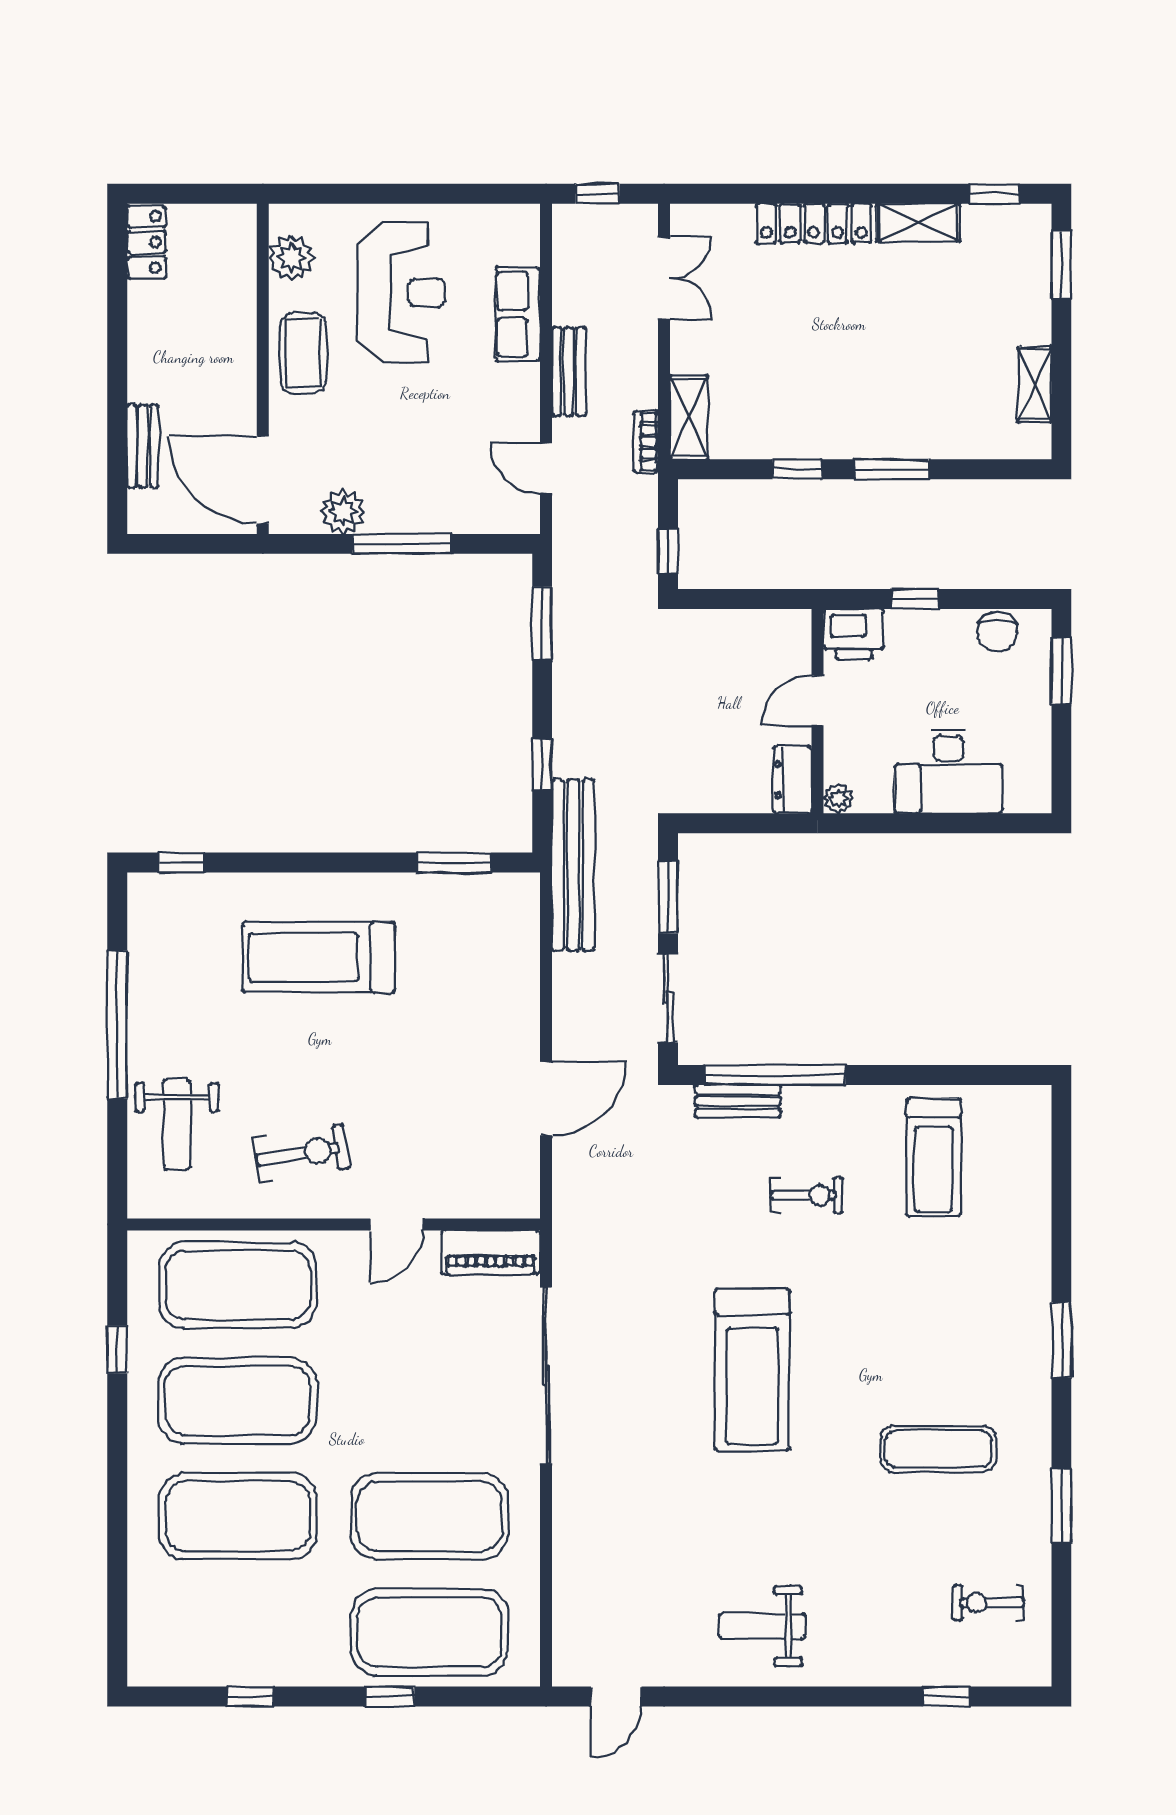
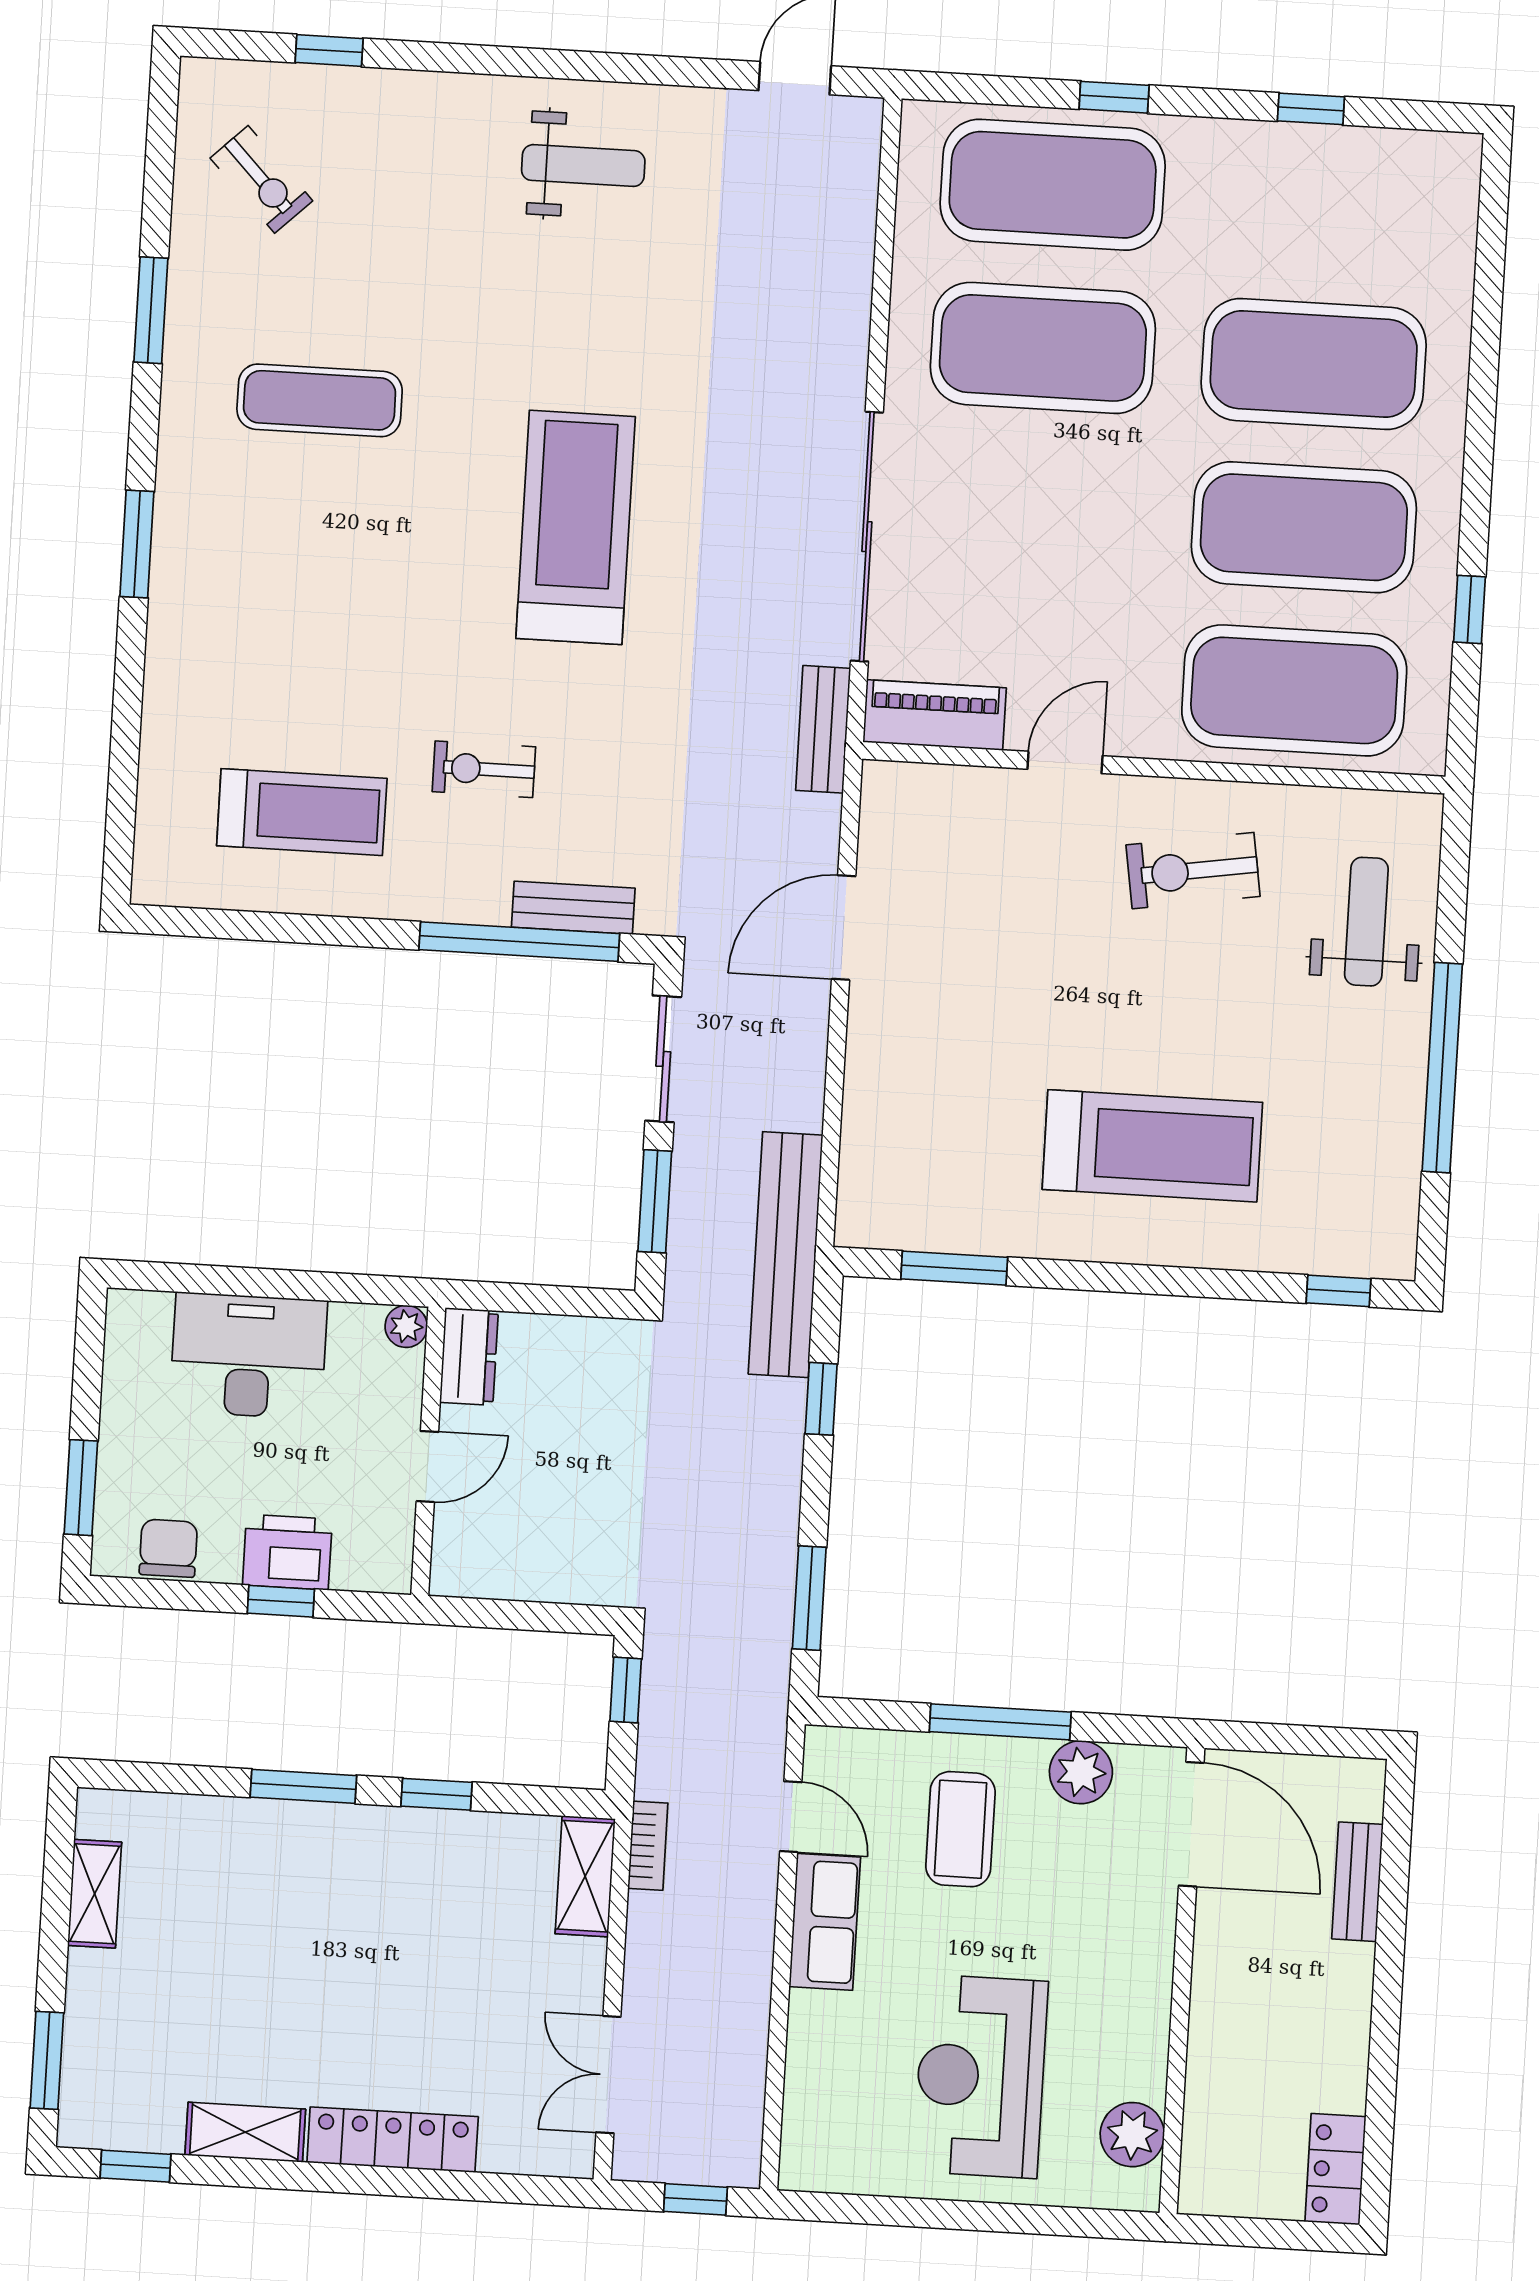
row of seats: (518, 314) -> (825, 1922), moved
coffee table: (303, 353) -> (960, 1829), moved
bench: (569, 372) -> (823, 729), moved
printer: (854, 634) -> (287, 1552), moved
treadmill: (934, 1157) -> (302, 812), turned 90
exercise bike: (989, 1603) -> (261, 179), turned 46

